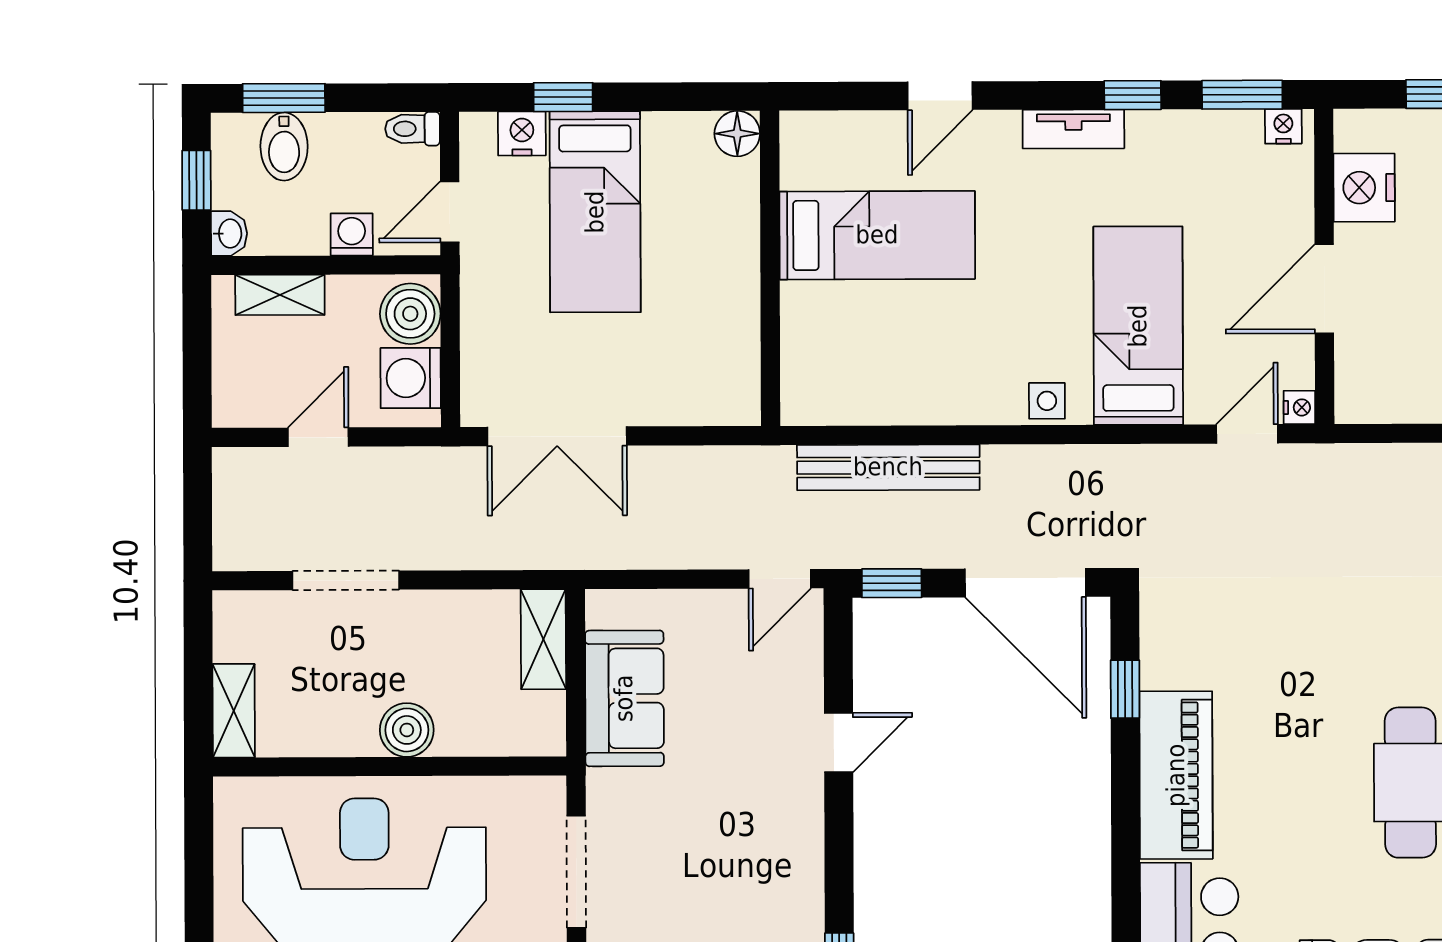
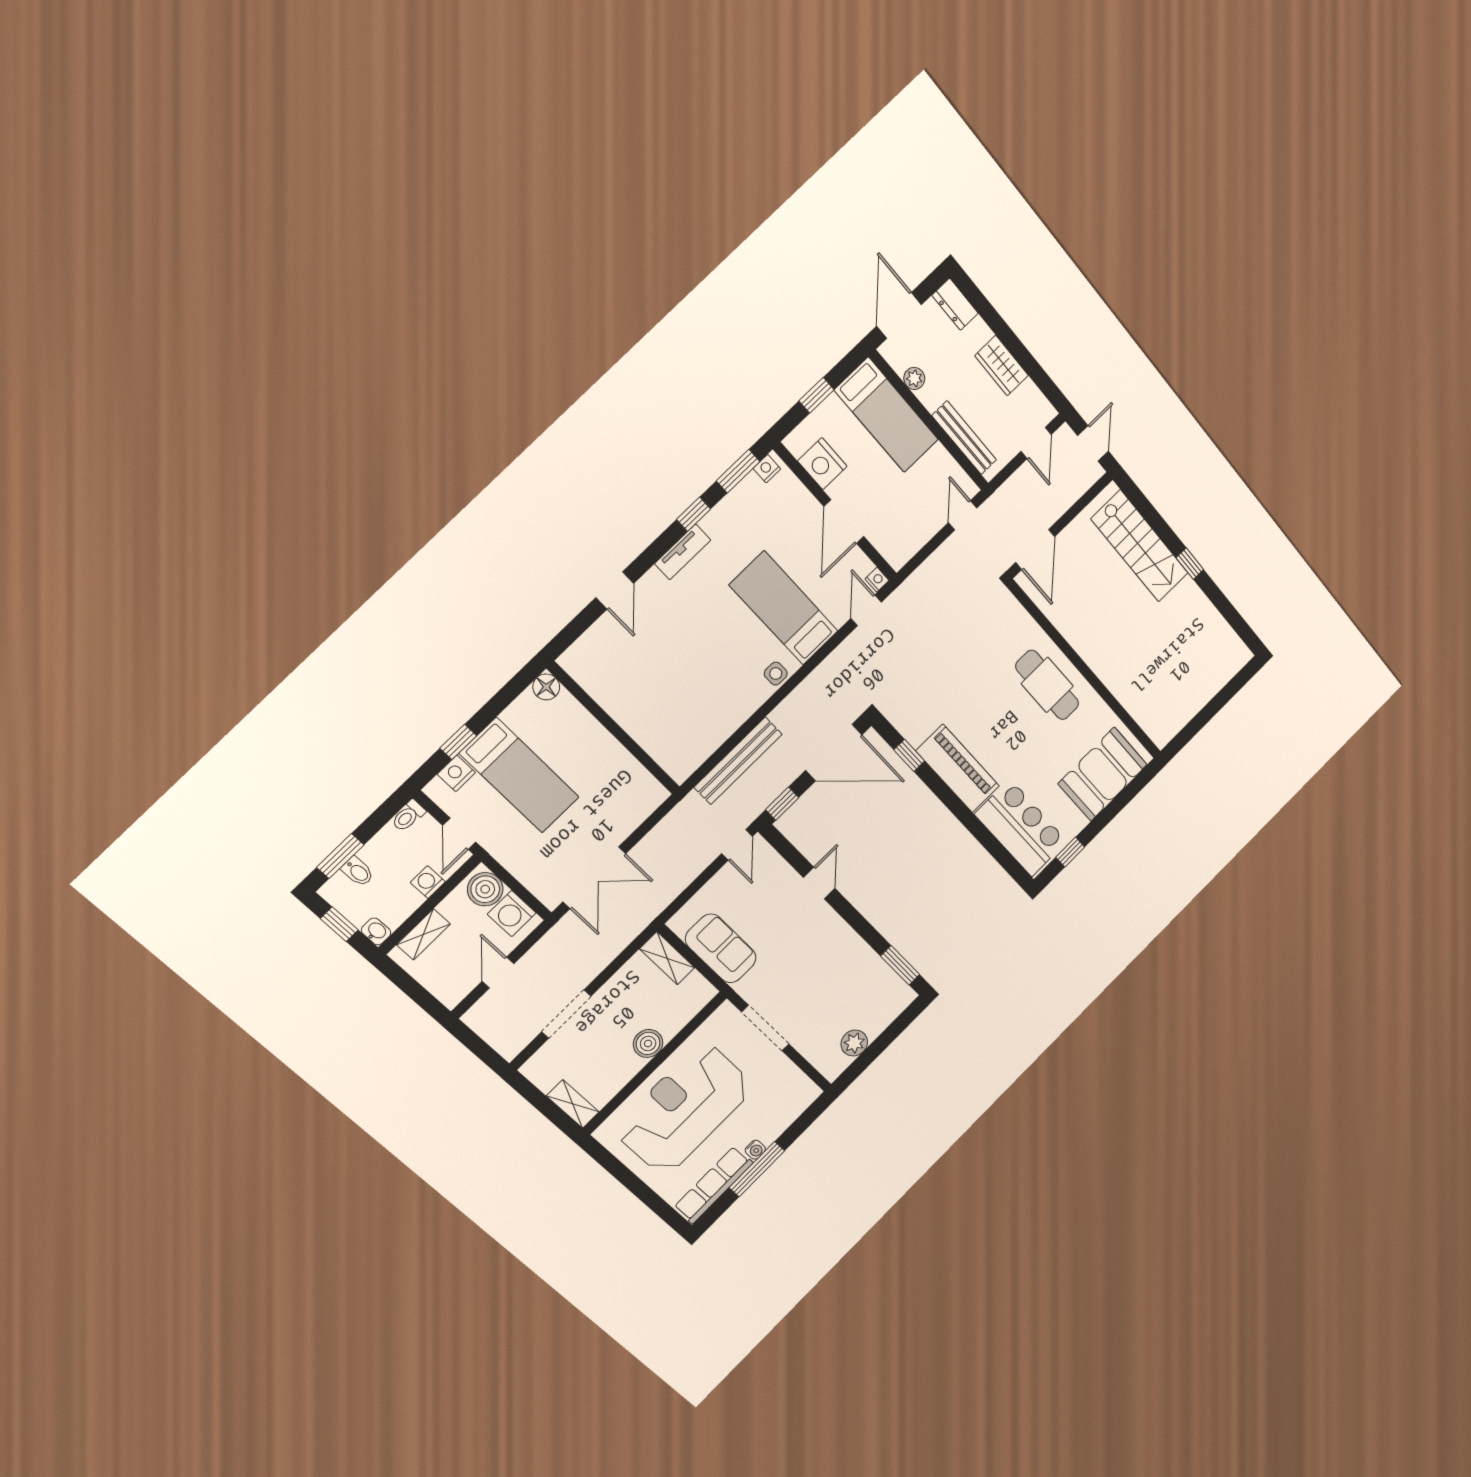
bidet: (284, 147) -> (358, 872), width x0.72, depth x0.74
bed: (877, 235) -> (645, 673), removed

